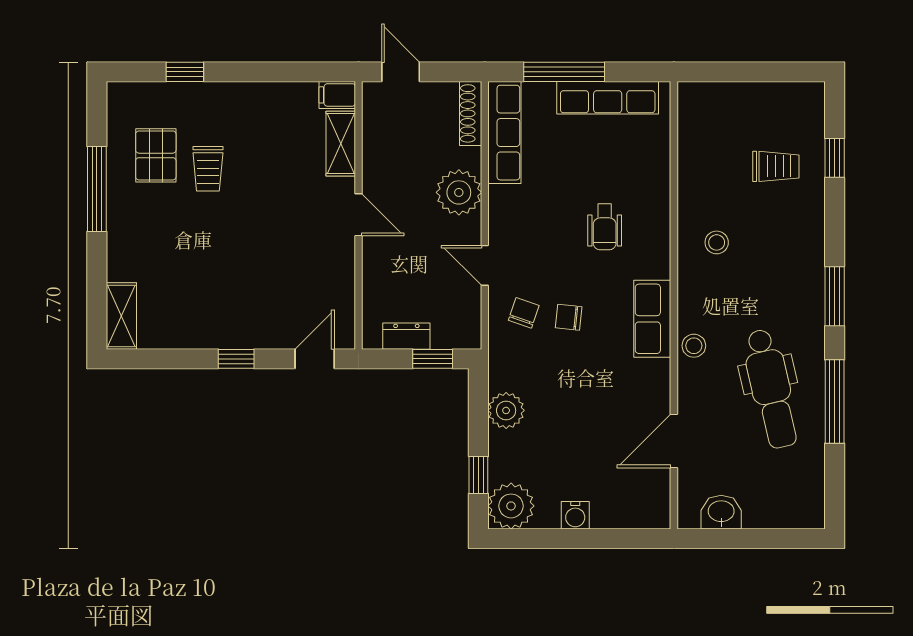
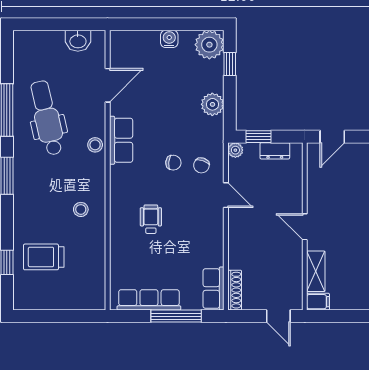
row of seats: (504, 133) -> (214, 289), width x0.68
trolley: (776, 166) -> (44, 257), width x1.36, depth x1.39
plant: (459, 192) -> (235, 150), moved, width x0.53, depth x0.53
row of seats: (652, 319) -> (121, 140), moved

